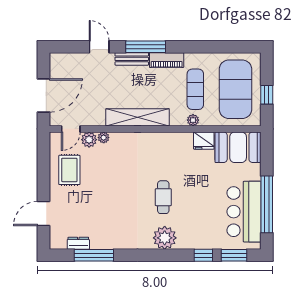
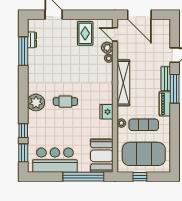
fridge: (204, 141) -> (107, 112), moved
rug: (69, 170) -> (85, 33), turned 90
window: (267, 204) -> (83, 177), moved

